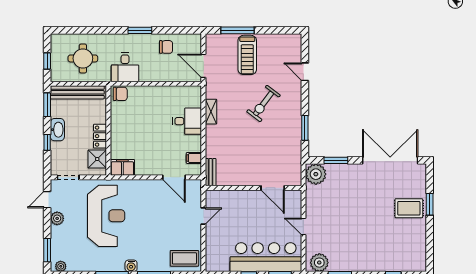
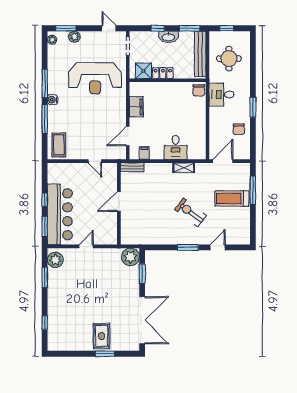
window: (305, 128) -> (188, 247), moved
filing cabinet: (122, 167) -> (136, 107), moved
door: (273, 188) -> (119, 201), moved
plant: (57, 218) -> (74, 37), moved

